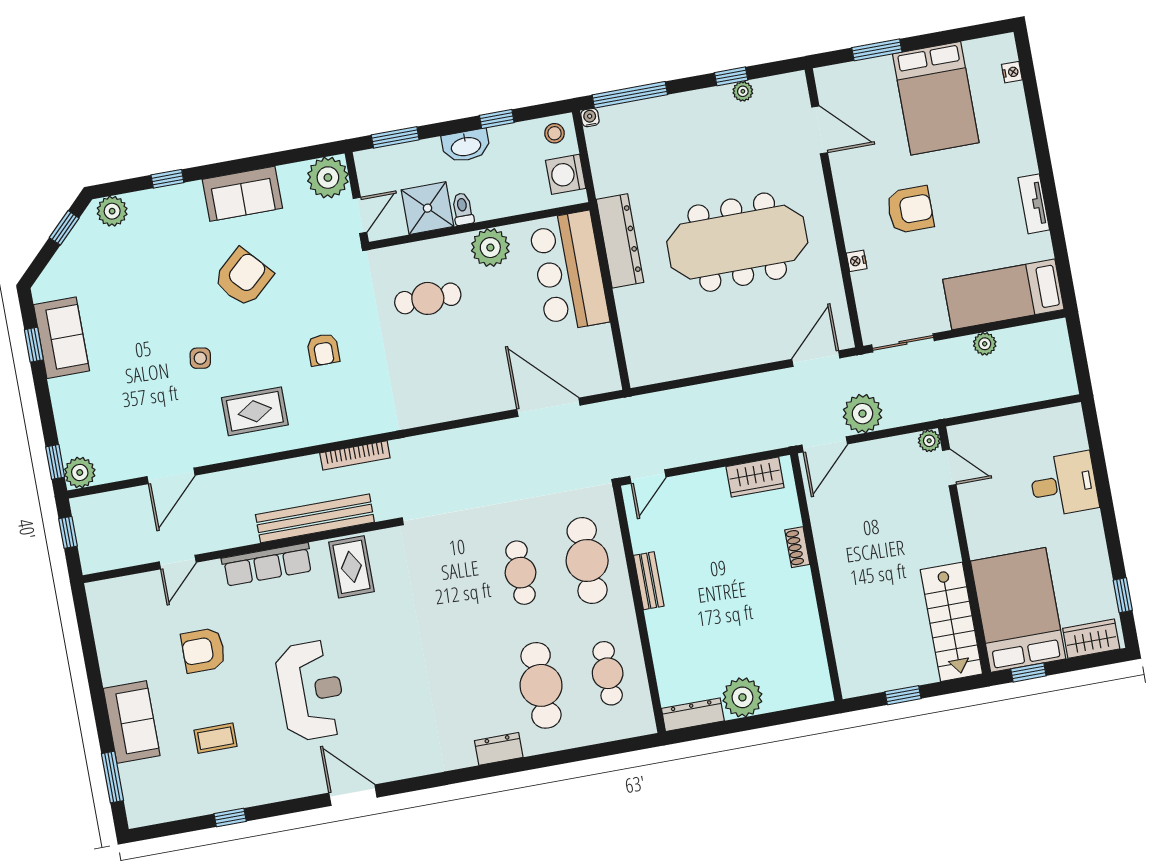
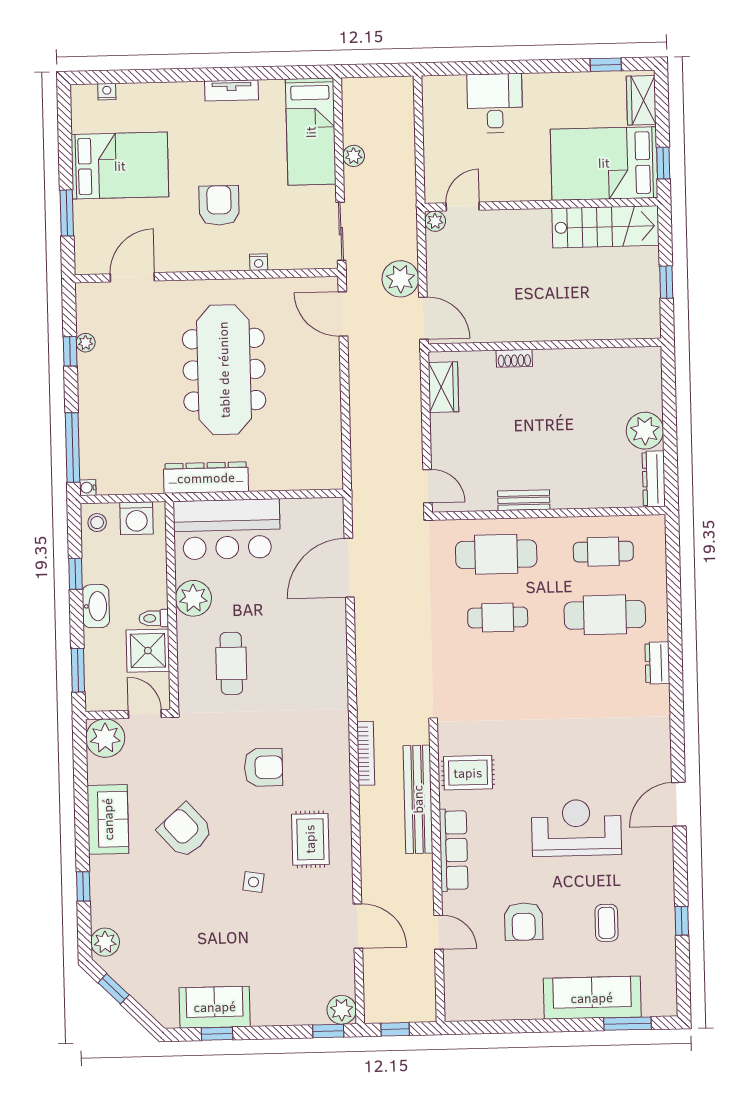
armchair: (323, 350) -> (263, 767), width x1.38, depth x1.38
sofa: (132, 722) -> (592, 998), width x1.36

